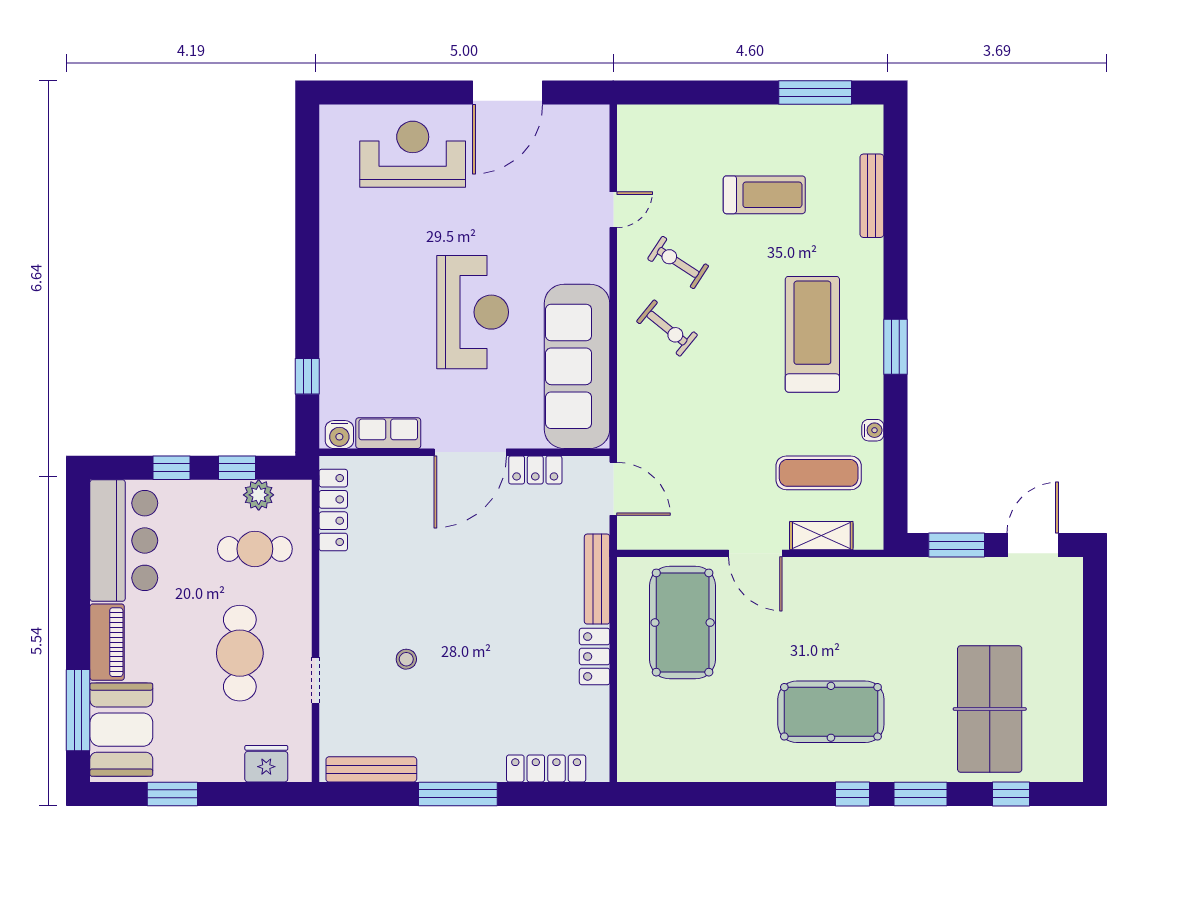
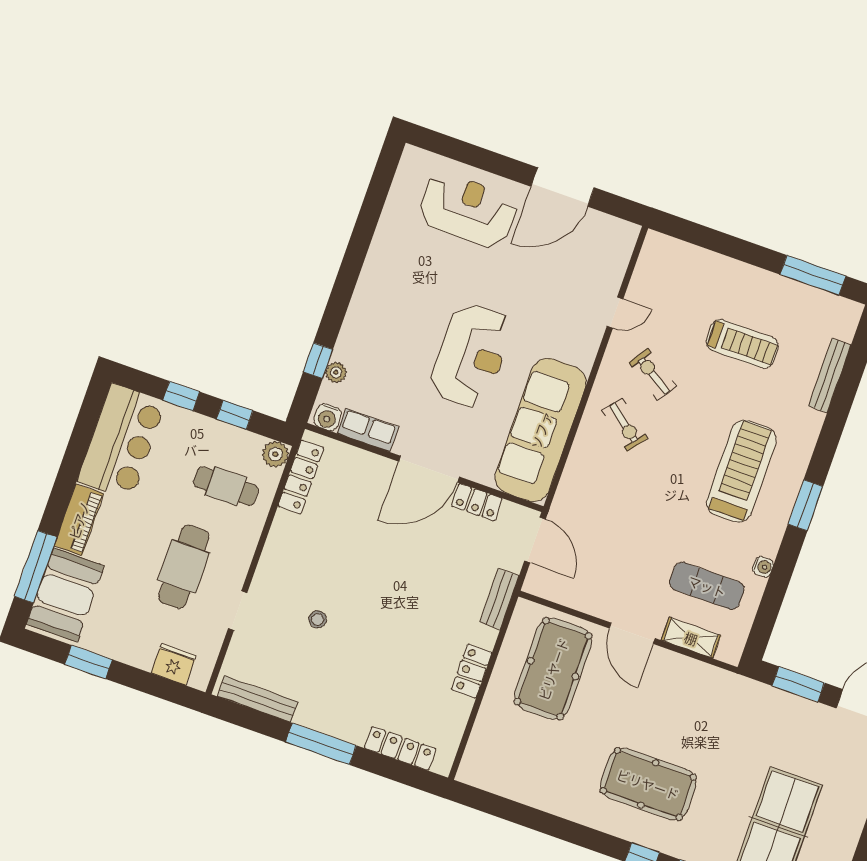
plant: (331, 382) -> (336, 372), added
plant: (259, 495) -> (275, 454), moved
bench: (597, 579) -> (499, 599), width x0.73

